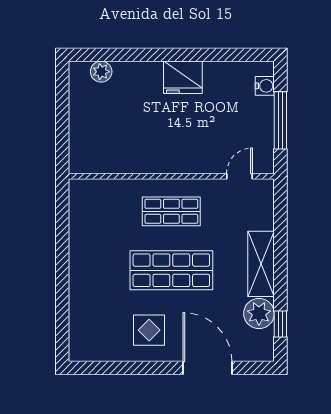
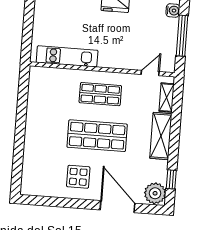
kitchen unit: (121, 162) -> (67, 56), added
shelving: (265, 209) -> (167, 98), added
plant: (259, 314) -> (155, 193), moved

